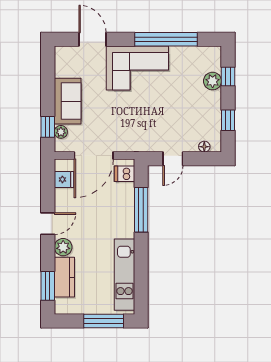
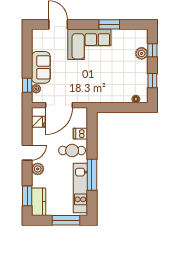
window: (166, 39) -> (109, 24), width x0.47
door: (173, 159) -> (114, 107), removed
dishwasher: (124, 174) -> (80, 134), moved
window: (141, 210) -> (92, 175), moved
cafe table: (113, 221) -> (72, 151), added
kitchen counter: (64, 277) -> (39, 202), moved

